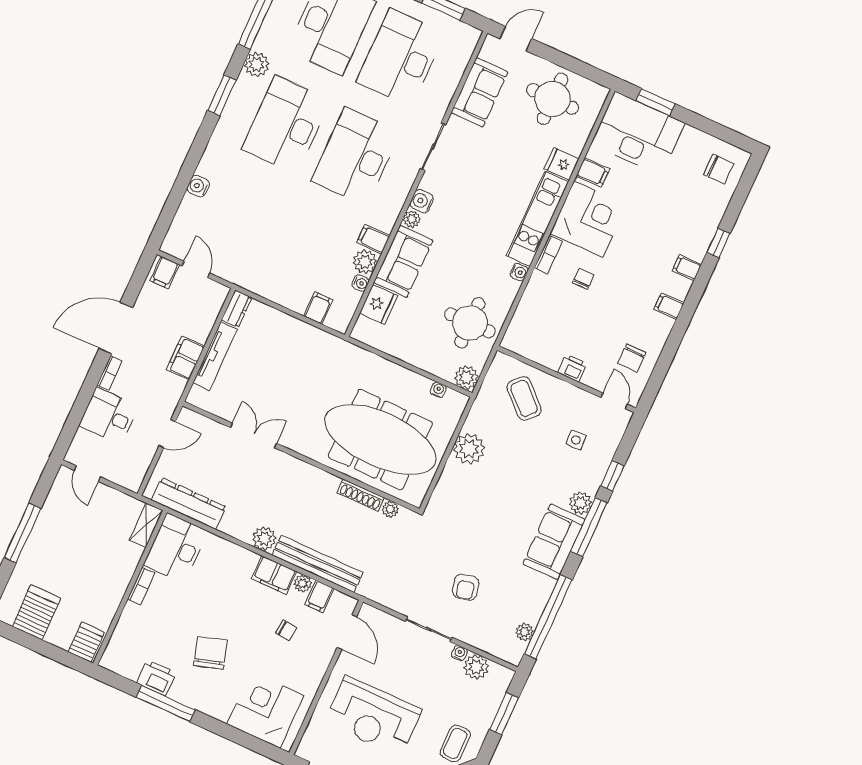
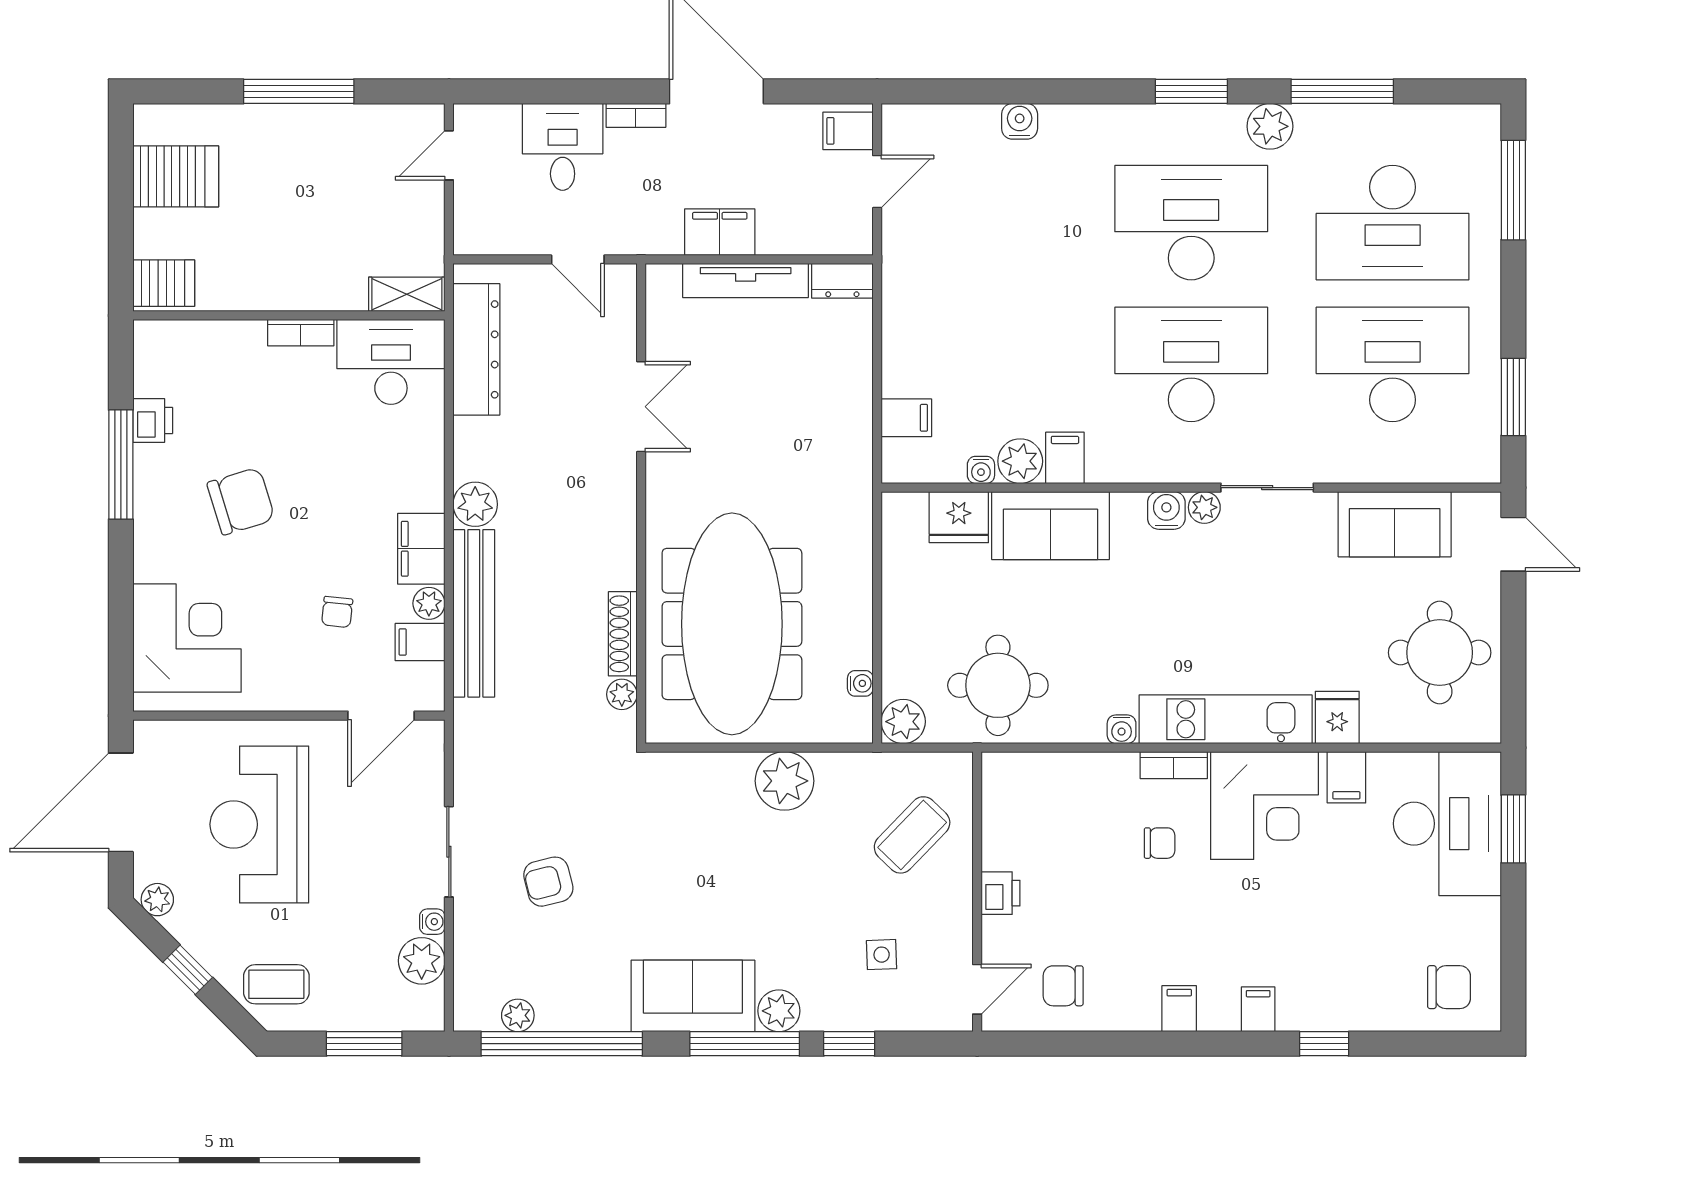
chair: (719, 169) -> (1449, 987), turned -90
plant: (412, 219) -> (1204, 507), moved
printer: (156, 678) -> (153, 421), width x0.73, depth x0.81

